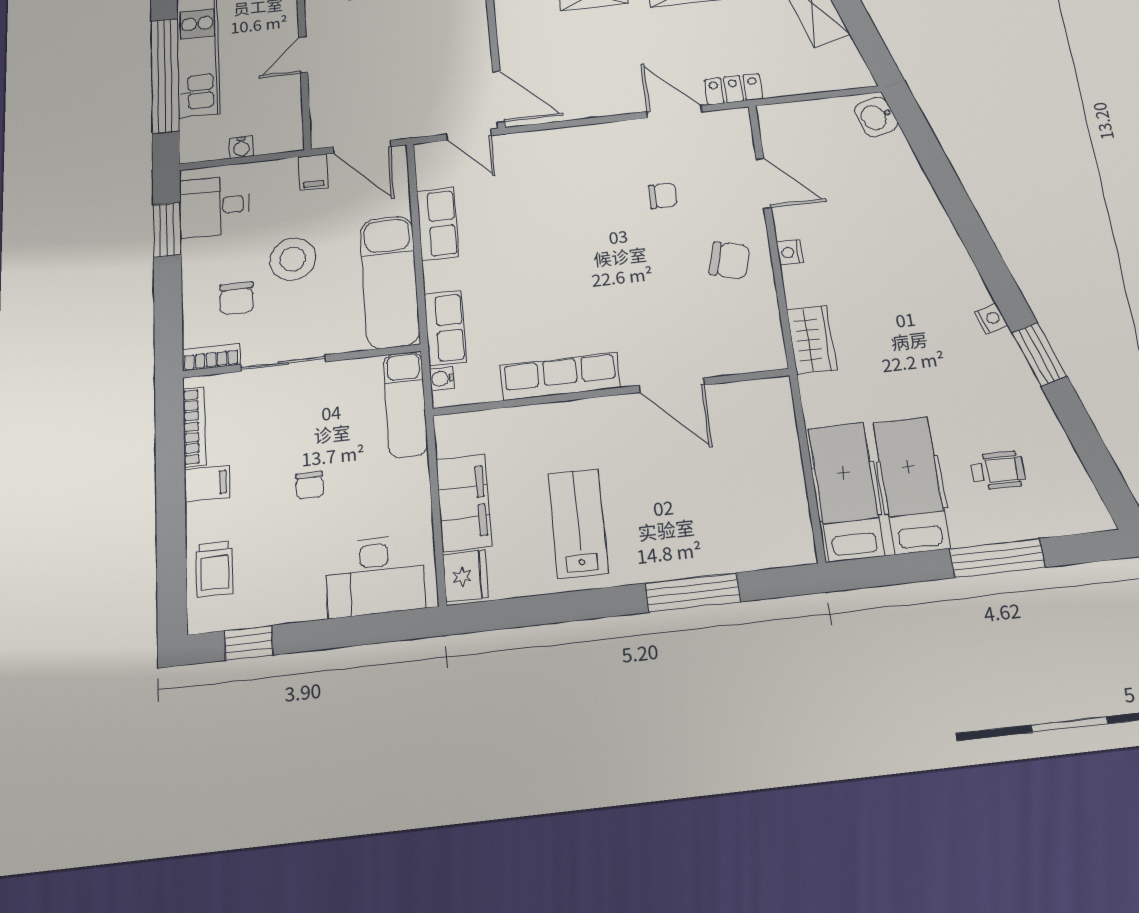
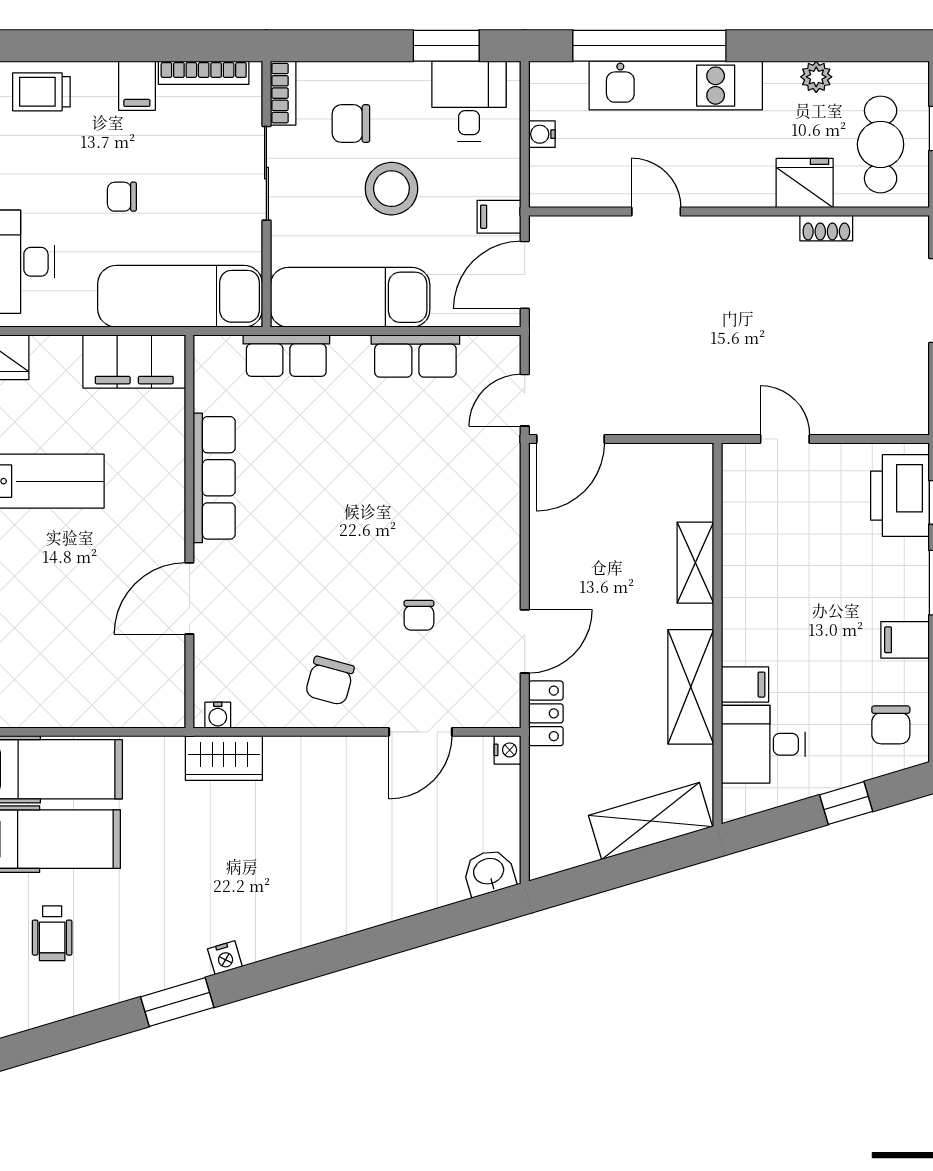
nightstand: (790, 252) -> (507, 750), moved, turned 90
water cooler: (442, 379) -> (218, 715), moved, turned 180
exam couch: (406, 404) -> (180, 296), width x1.36, depth x1.45
filing cabinet: (464, 503) -> (134, 361), moved

